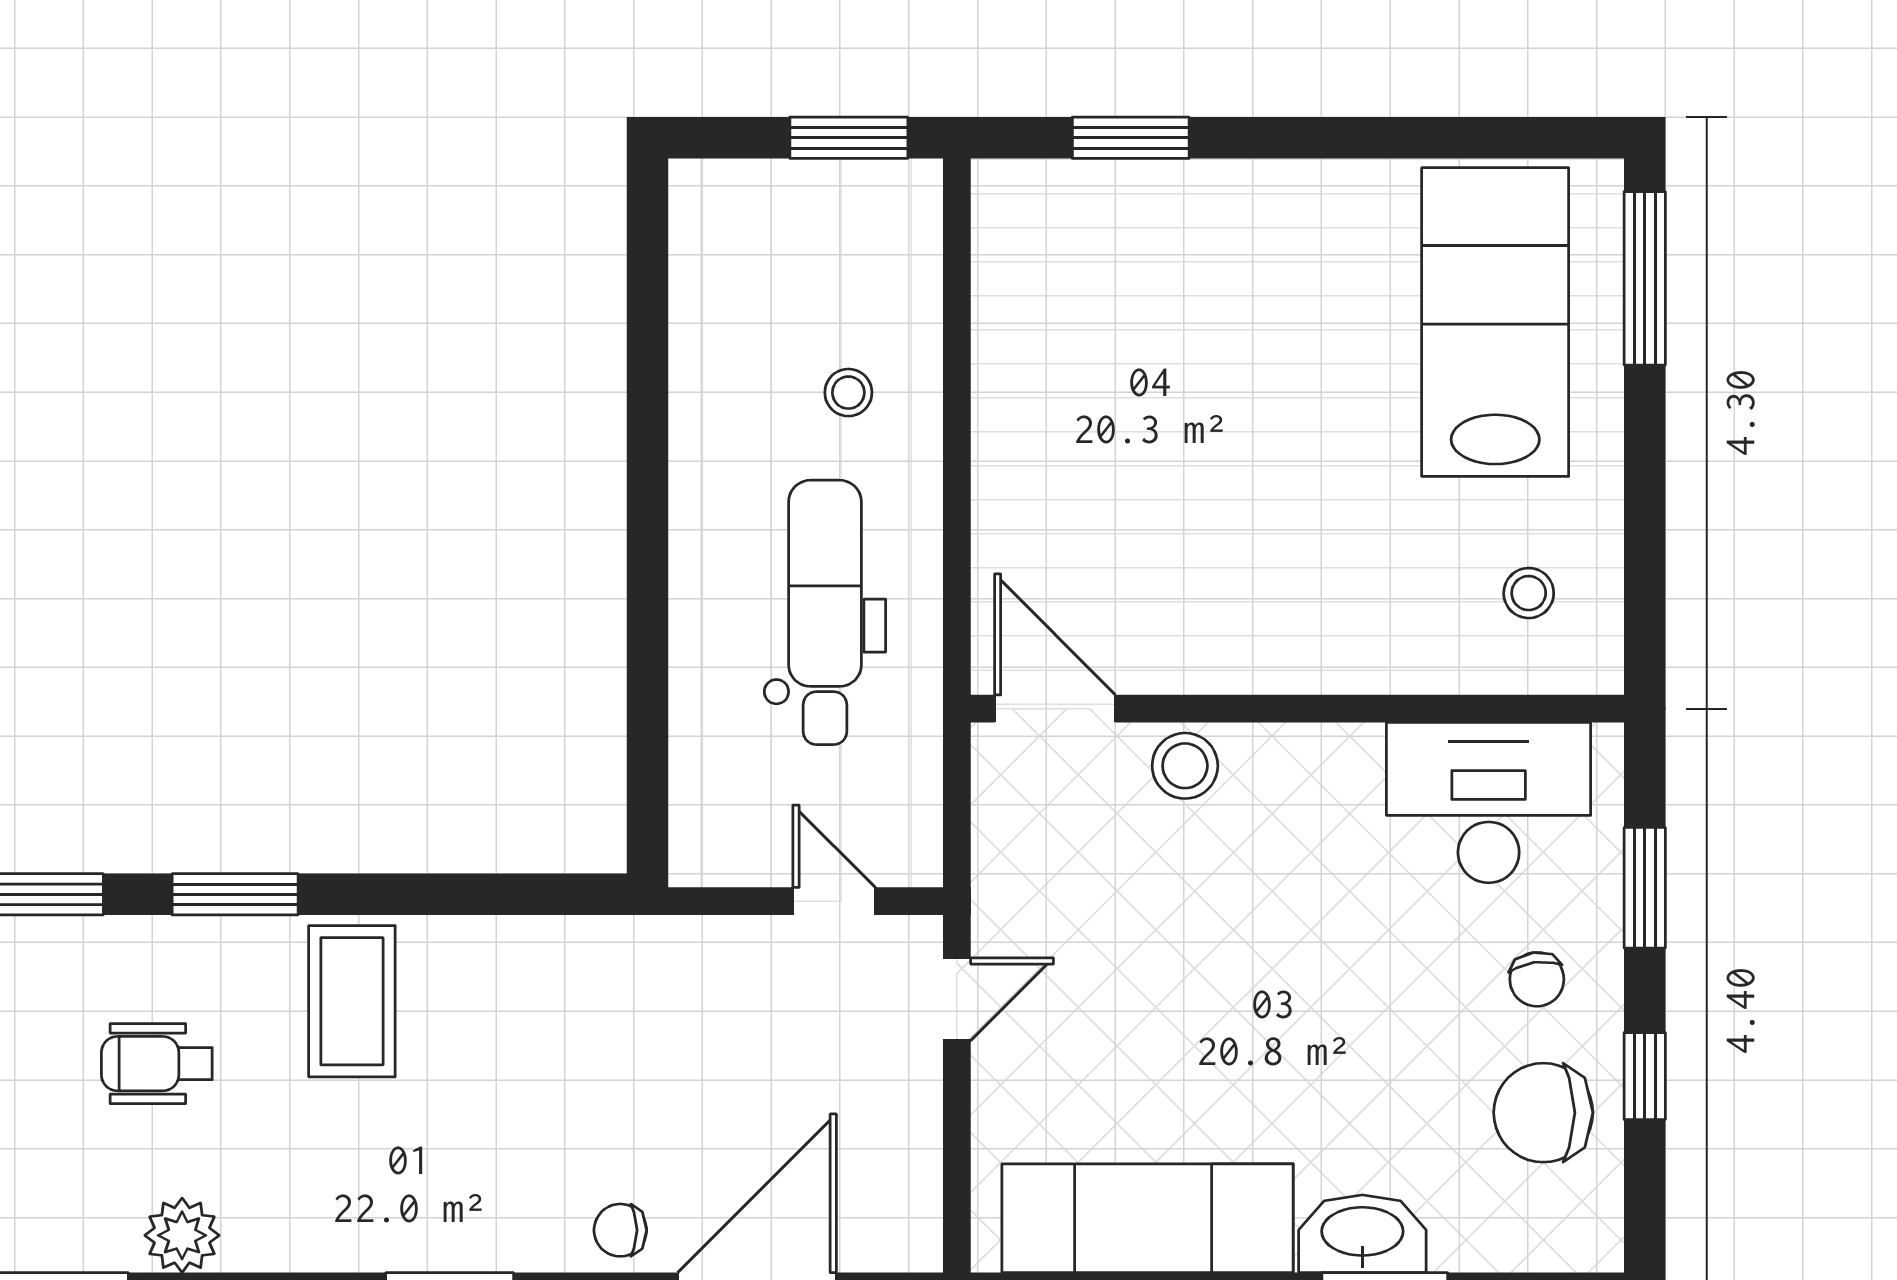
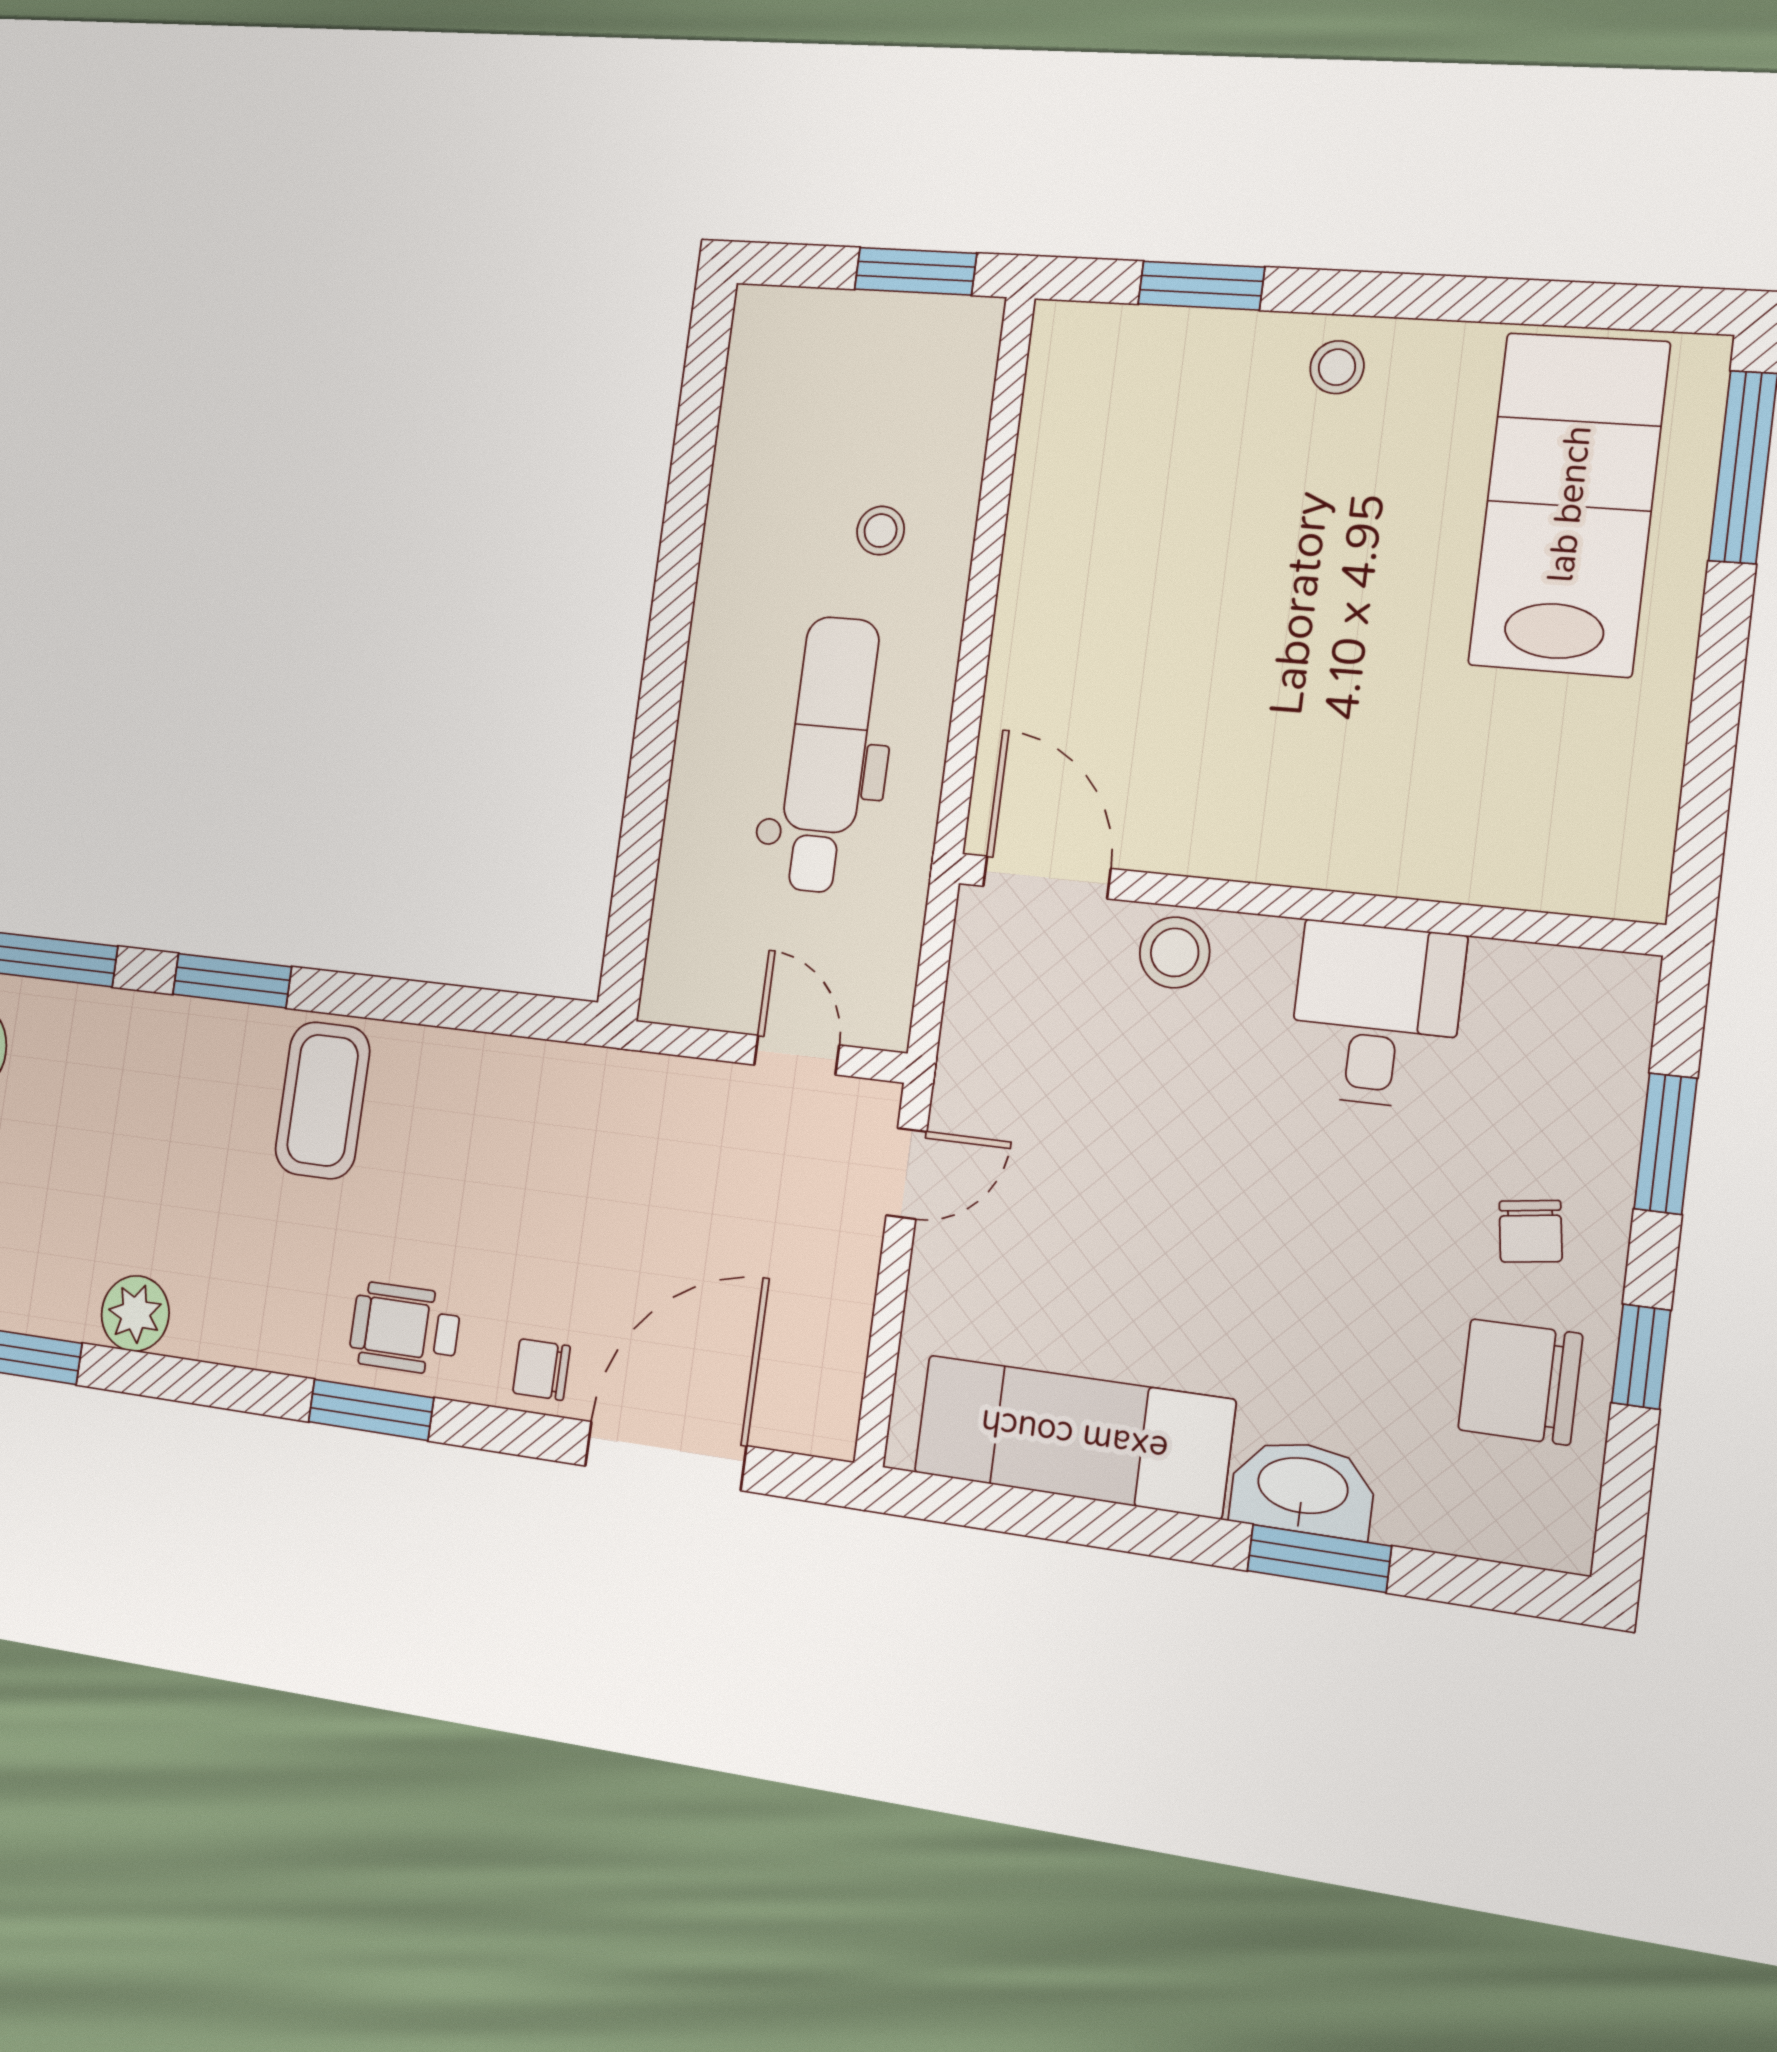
stool: (1529, 593) -> (1337, 367), moved
desk: (1489, 803) -> (1376, 1015), moved, width x0.73
wheelchair: (157, 1064) -> (405, 1329), moved

